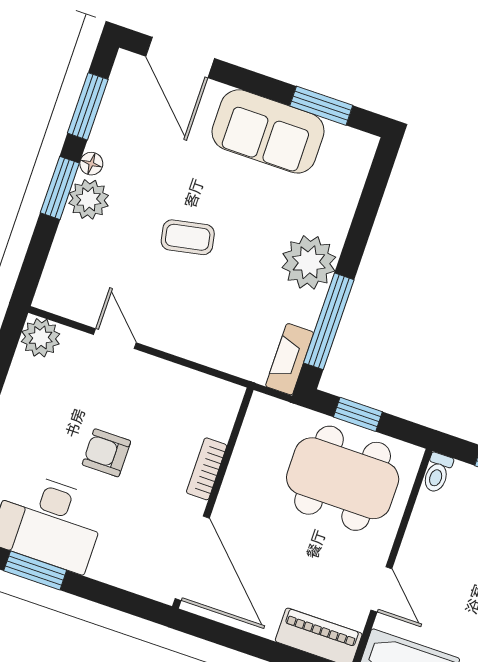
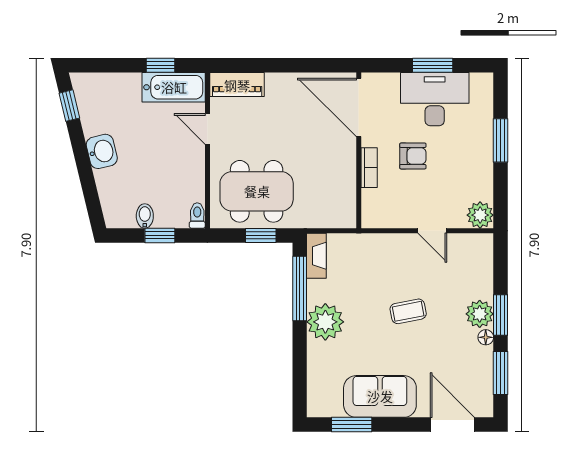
bookcase: (207, 469) -> (369, 168), moved
wall: (213, 498) -> (359, 150), moved
door: (192, 558) -> (359, 107), moved

